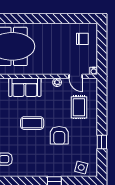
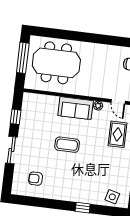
sofa: (25, 87) -> (76, 108), moved
armchair: (59, 135) -> (94, 161), removed

